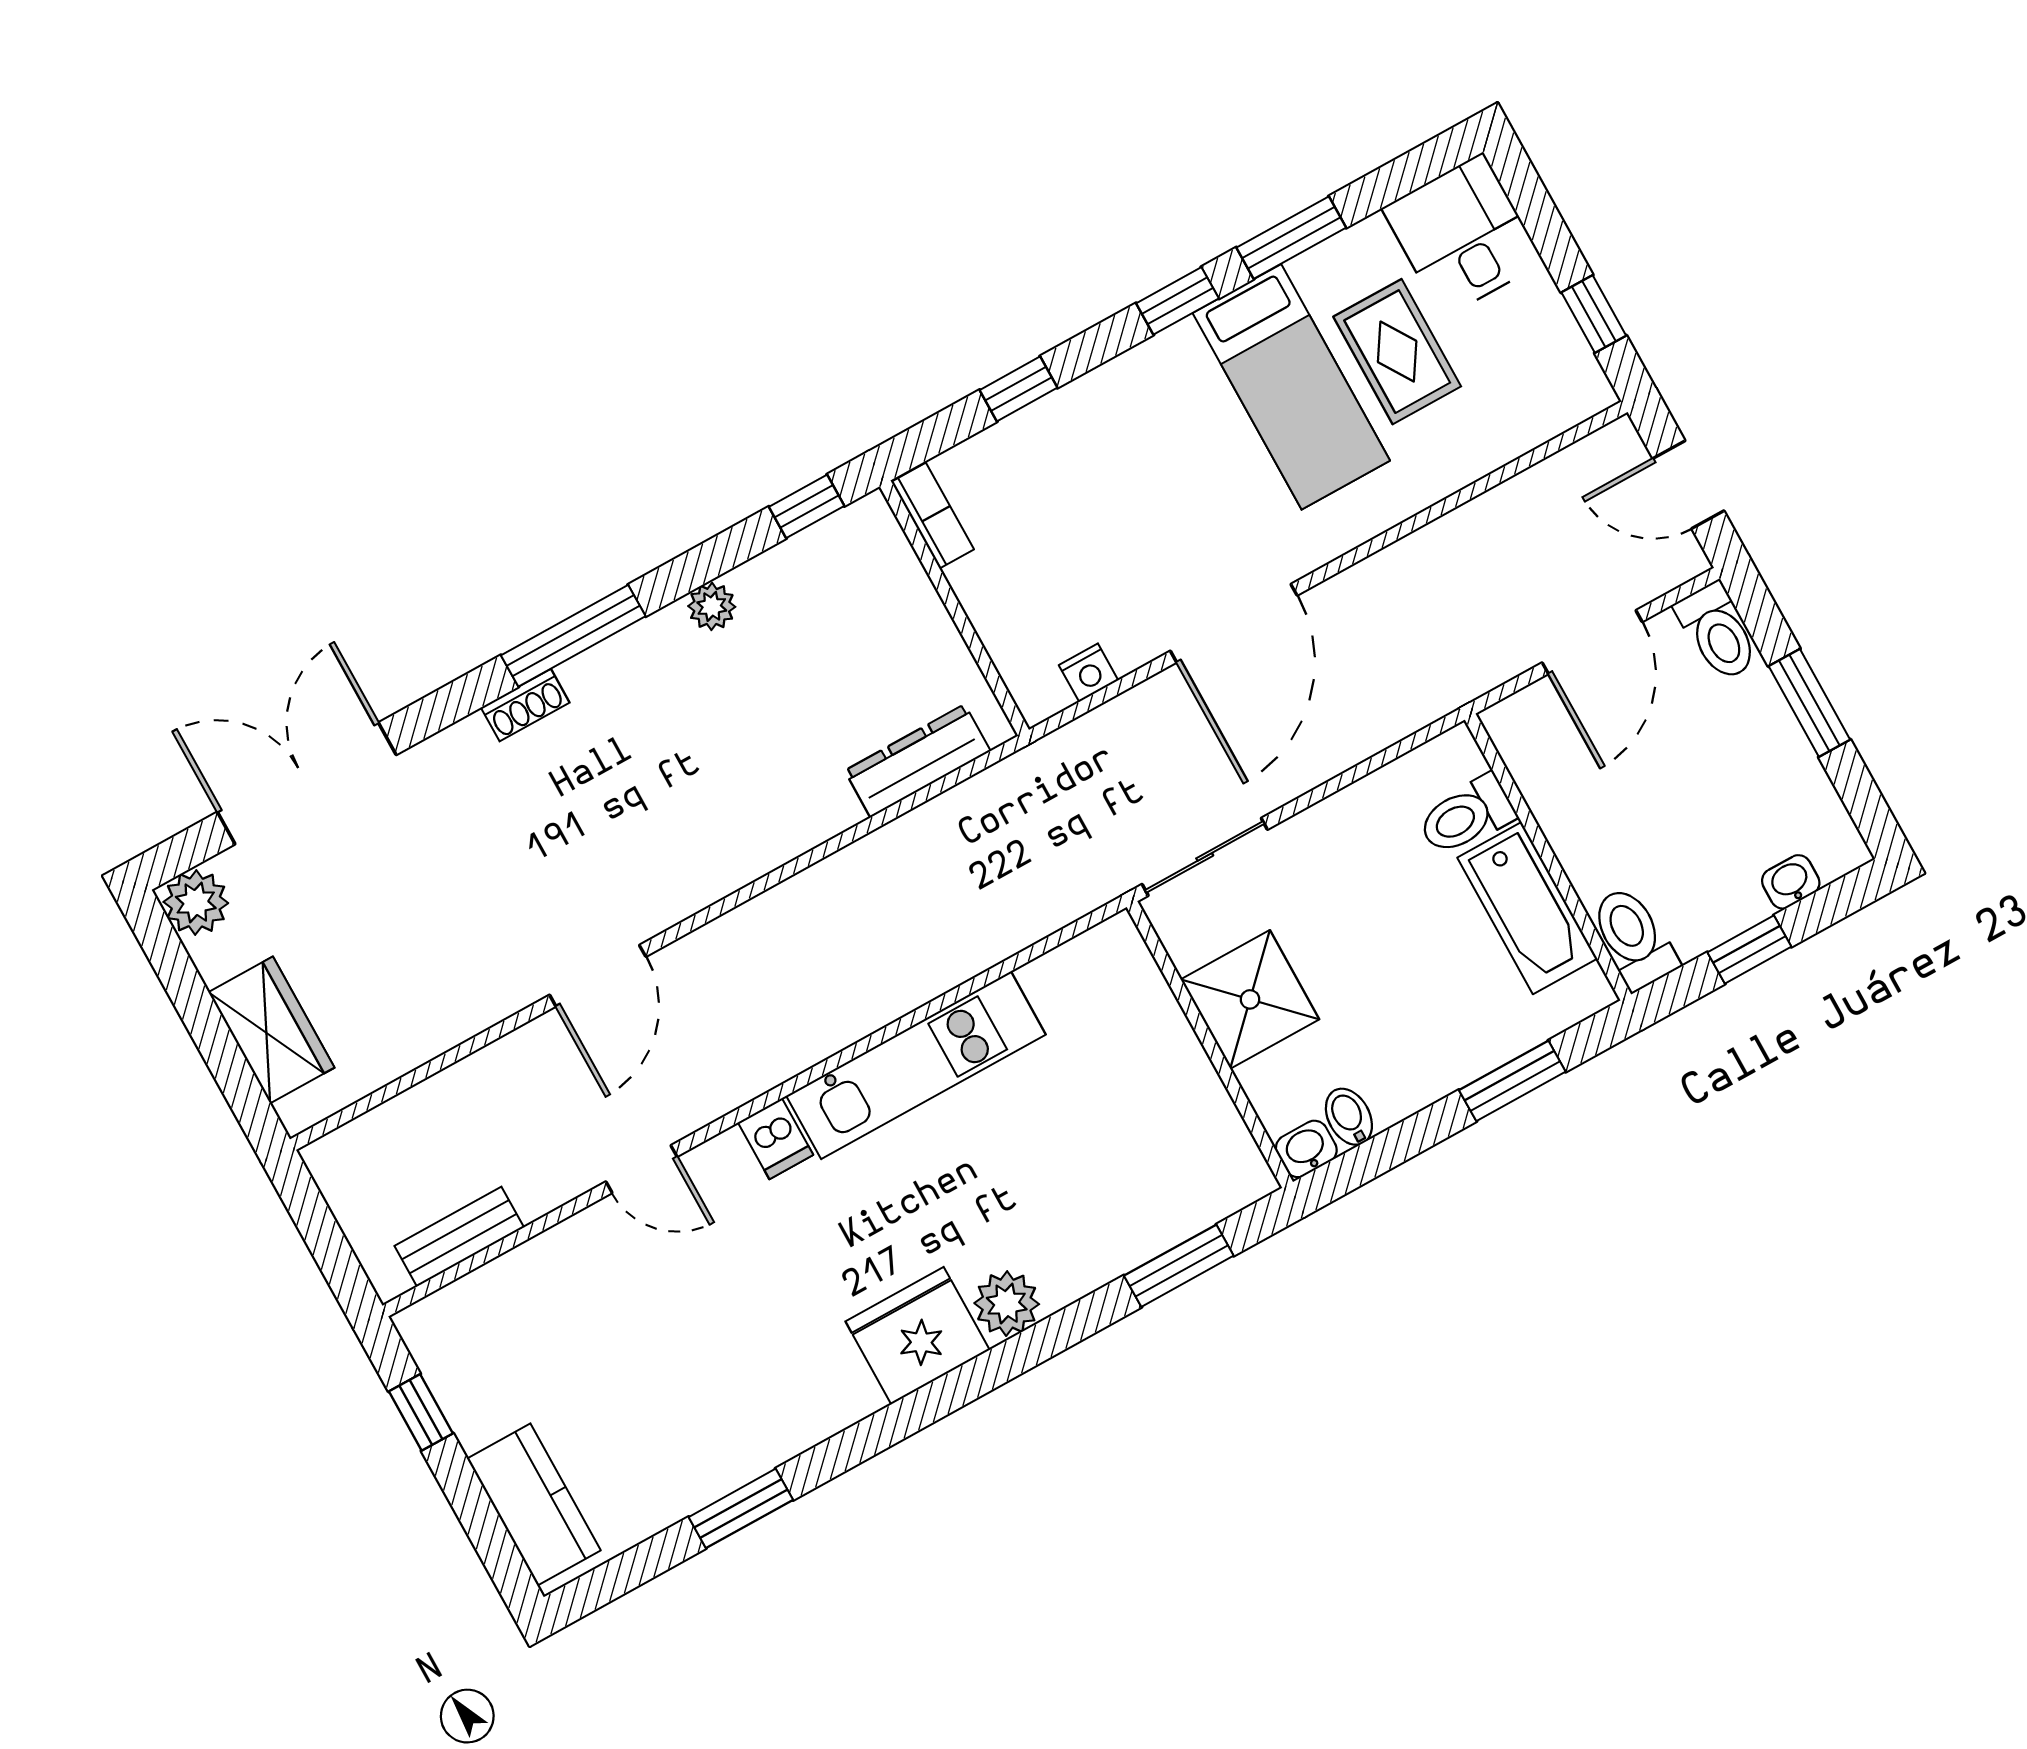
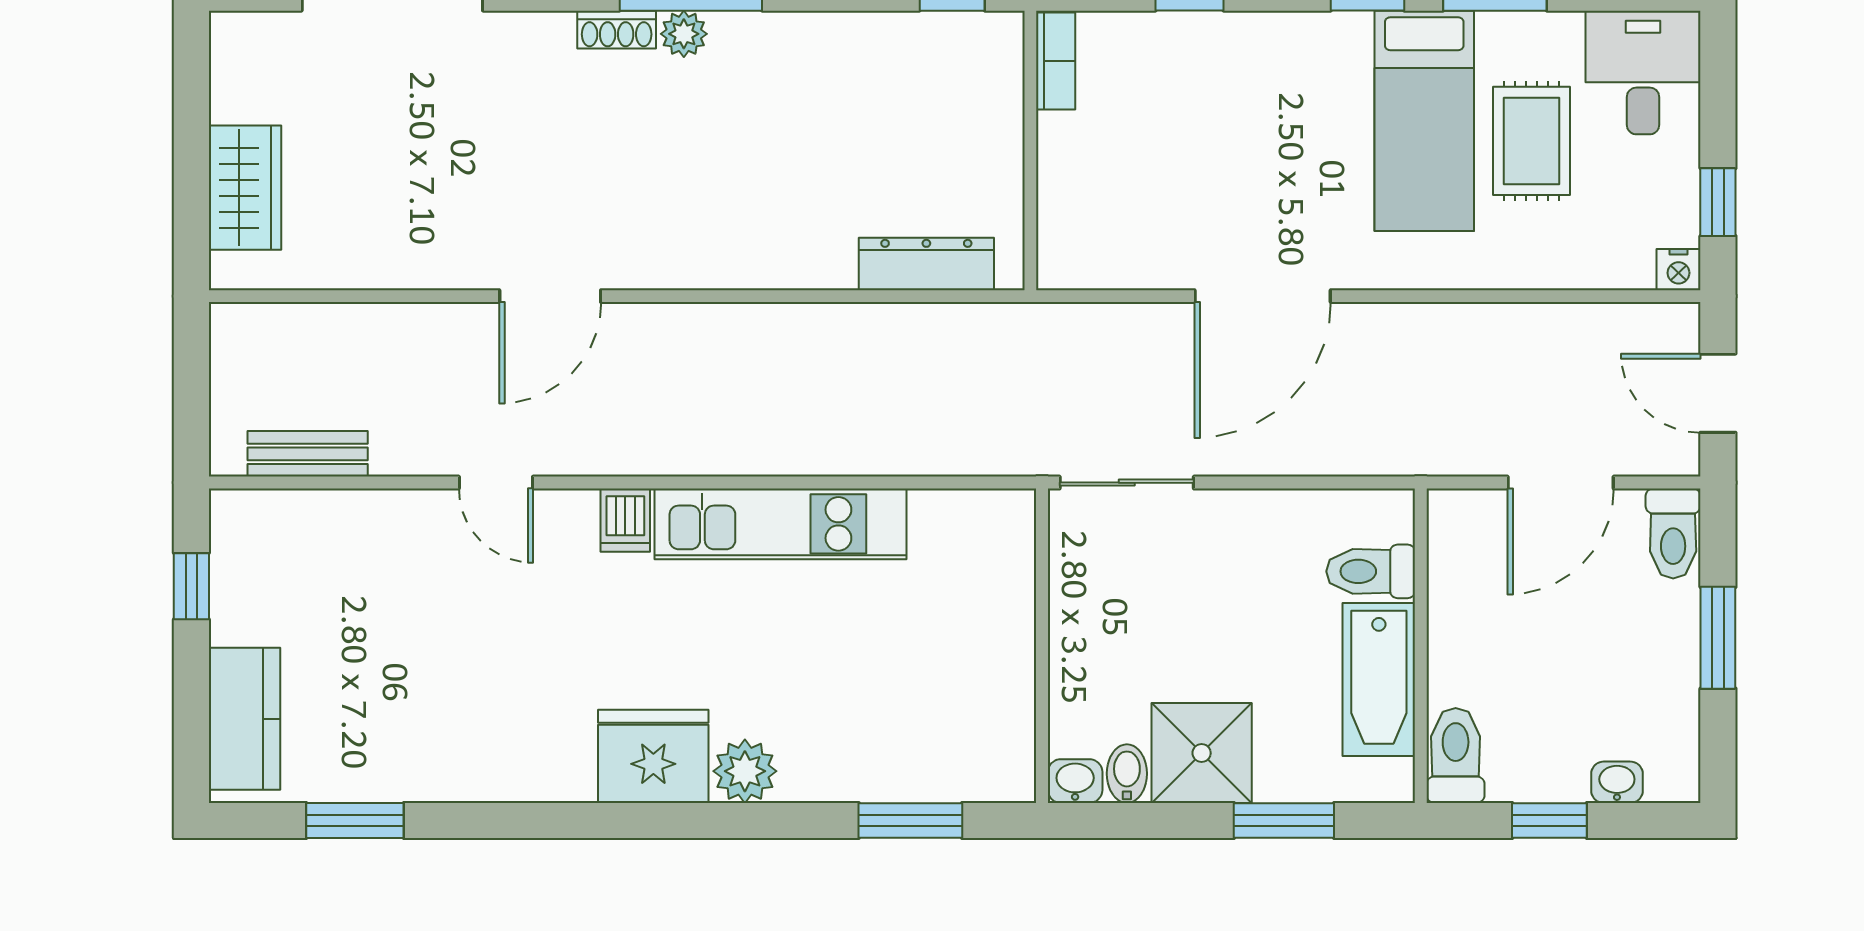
plant: (712, 606) -> (684, 34), moved
nightstand: (1089, 673) -> (1678, 270), moved
plant: (196, 902) -> (241, 42), removed
shower: (1250, 999) -> (1202, 753), moved
window: (741, 1508) -> (355, 821), moved

